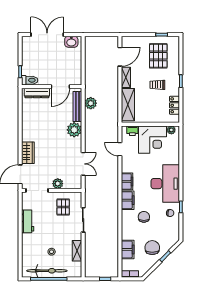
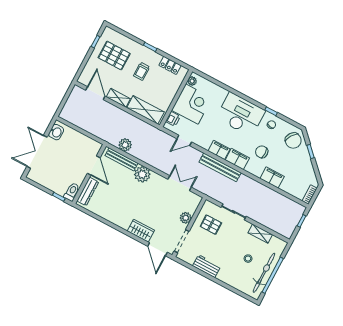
bench: (113, 190) -> (220, 167), added
chair: (152, 248) -> (293, 140), moved, turned -145
filing cabinet: (128, 249) -> (272, 178), moved

